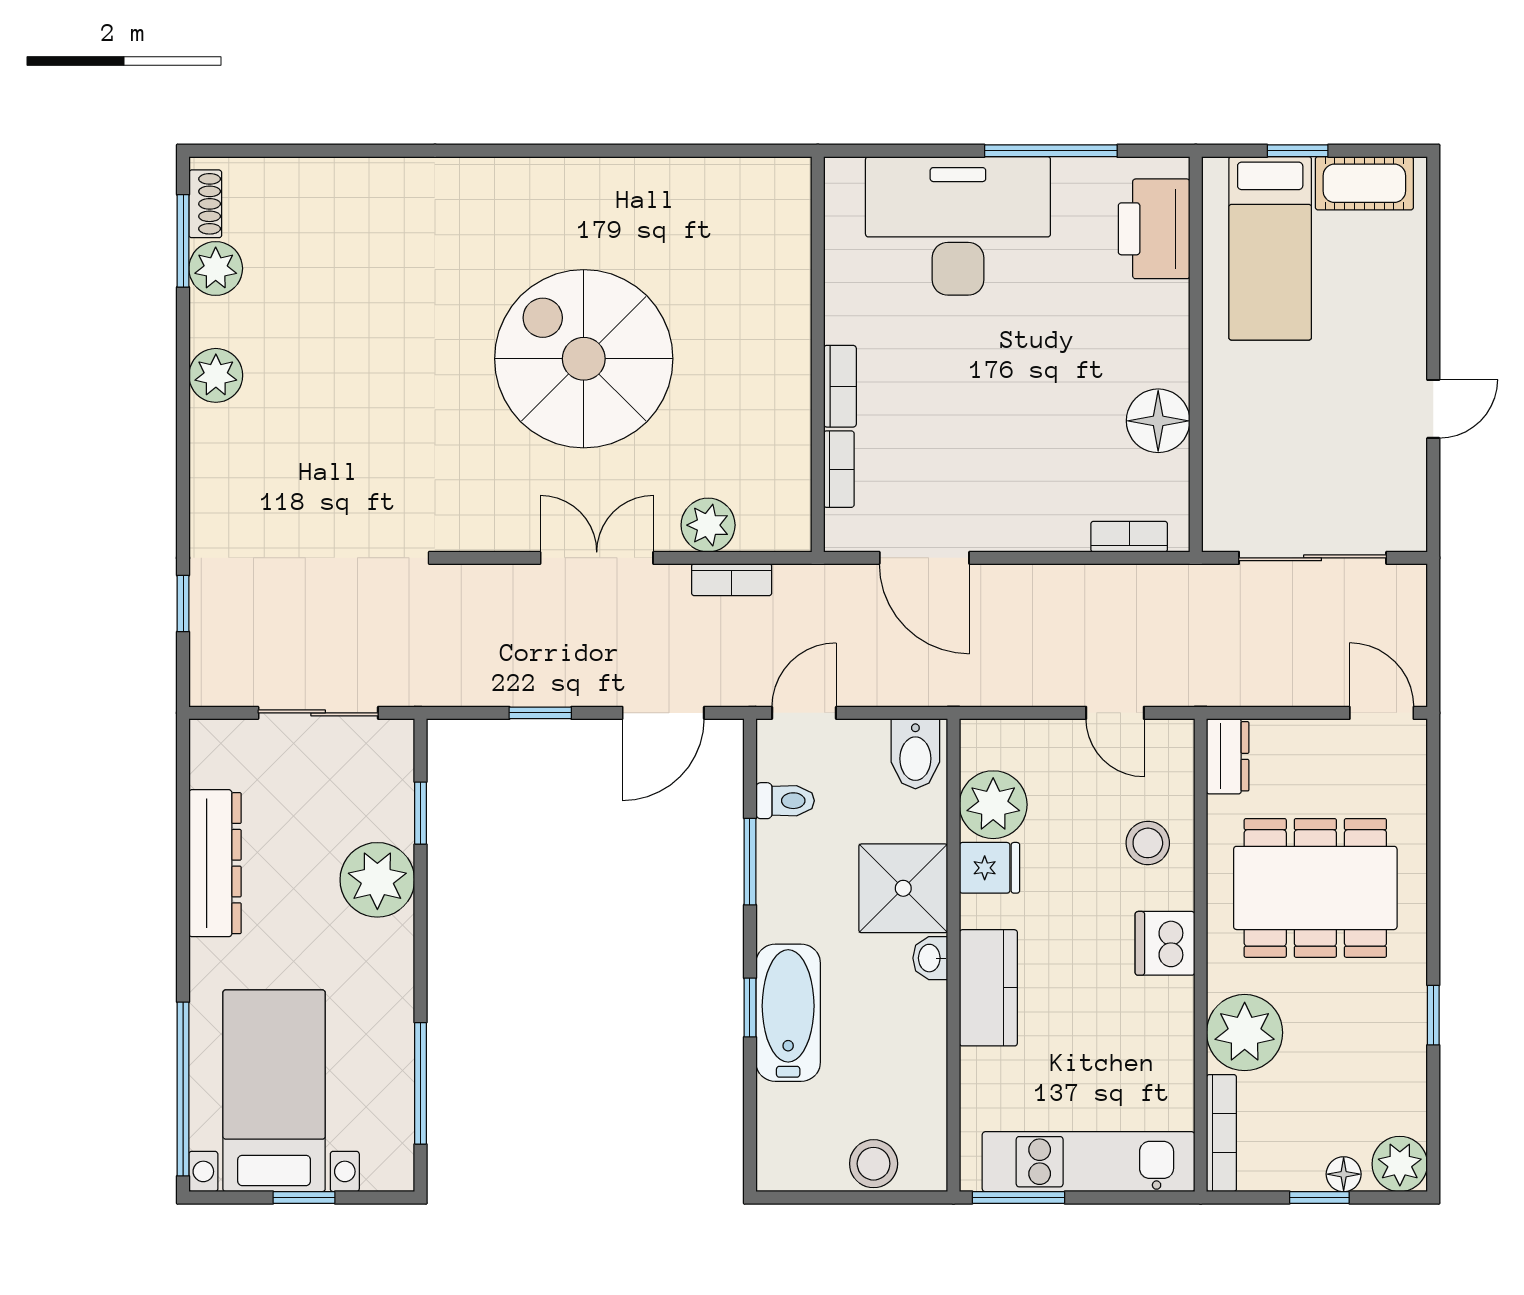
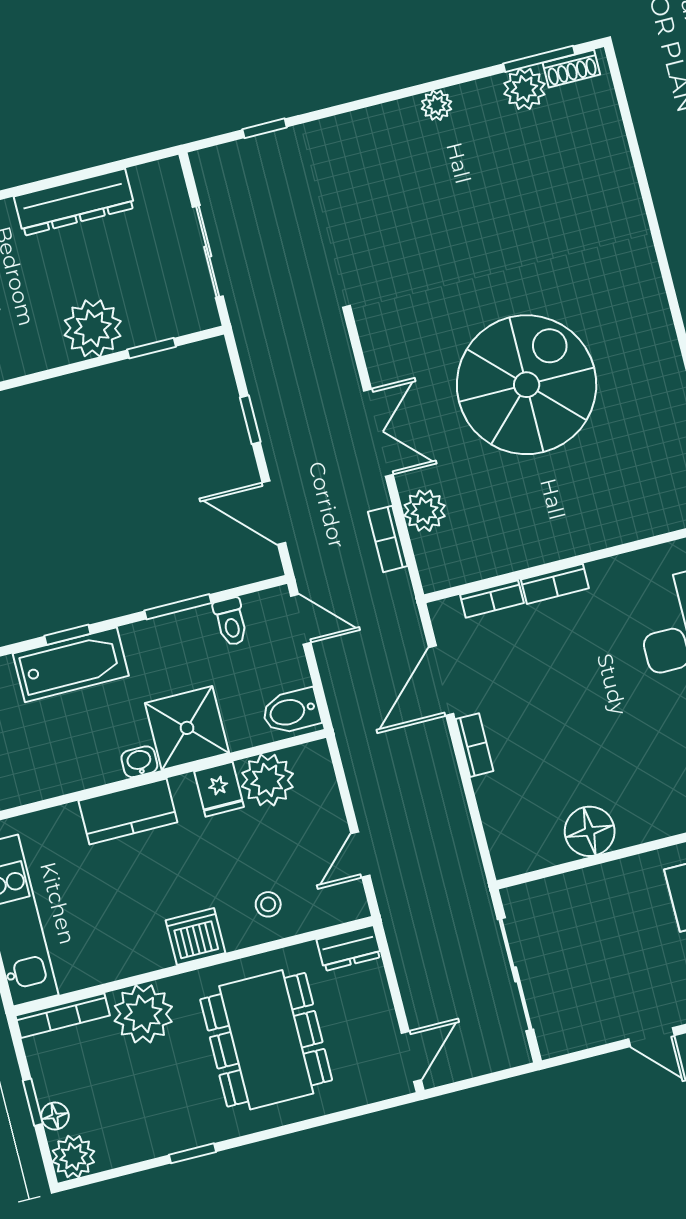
plant: (216, 375) -> (437, 105), width x0.73, depth x0.73
bookcase: (1129, 537) -> (475, 745), moved
stool: (1148, 843) -> (268, 904), width x0.73, depth x0.73

